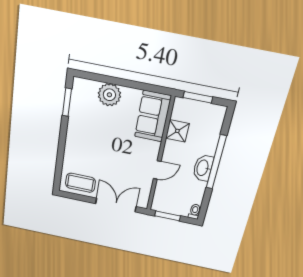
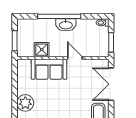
sofa: (153, 116) -> (49, 69), moved

